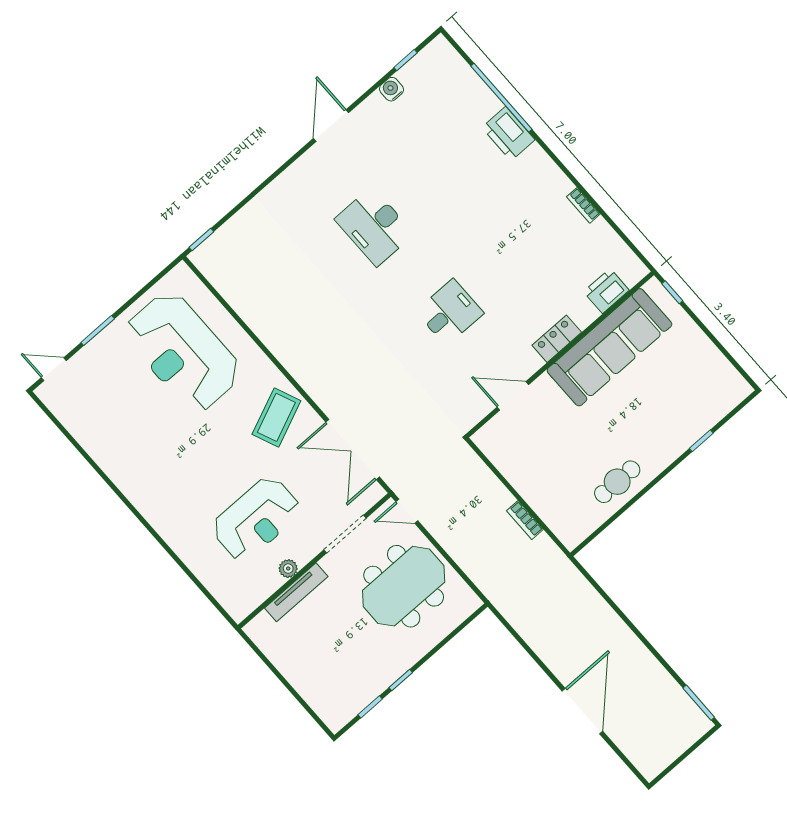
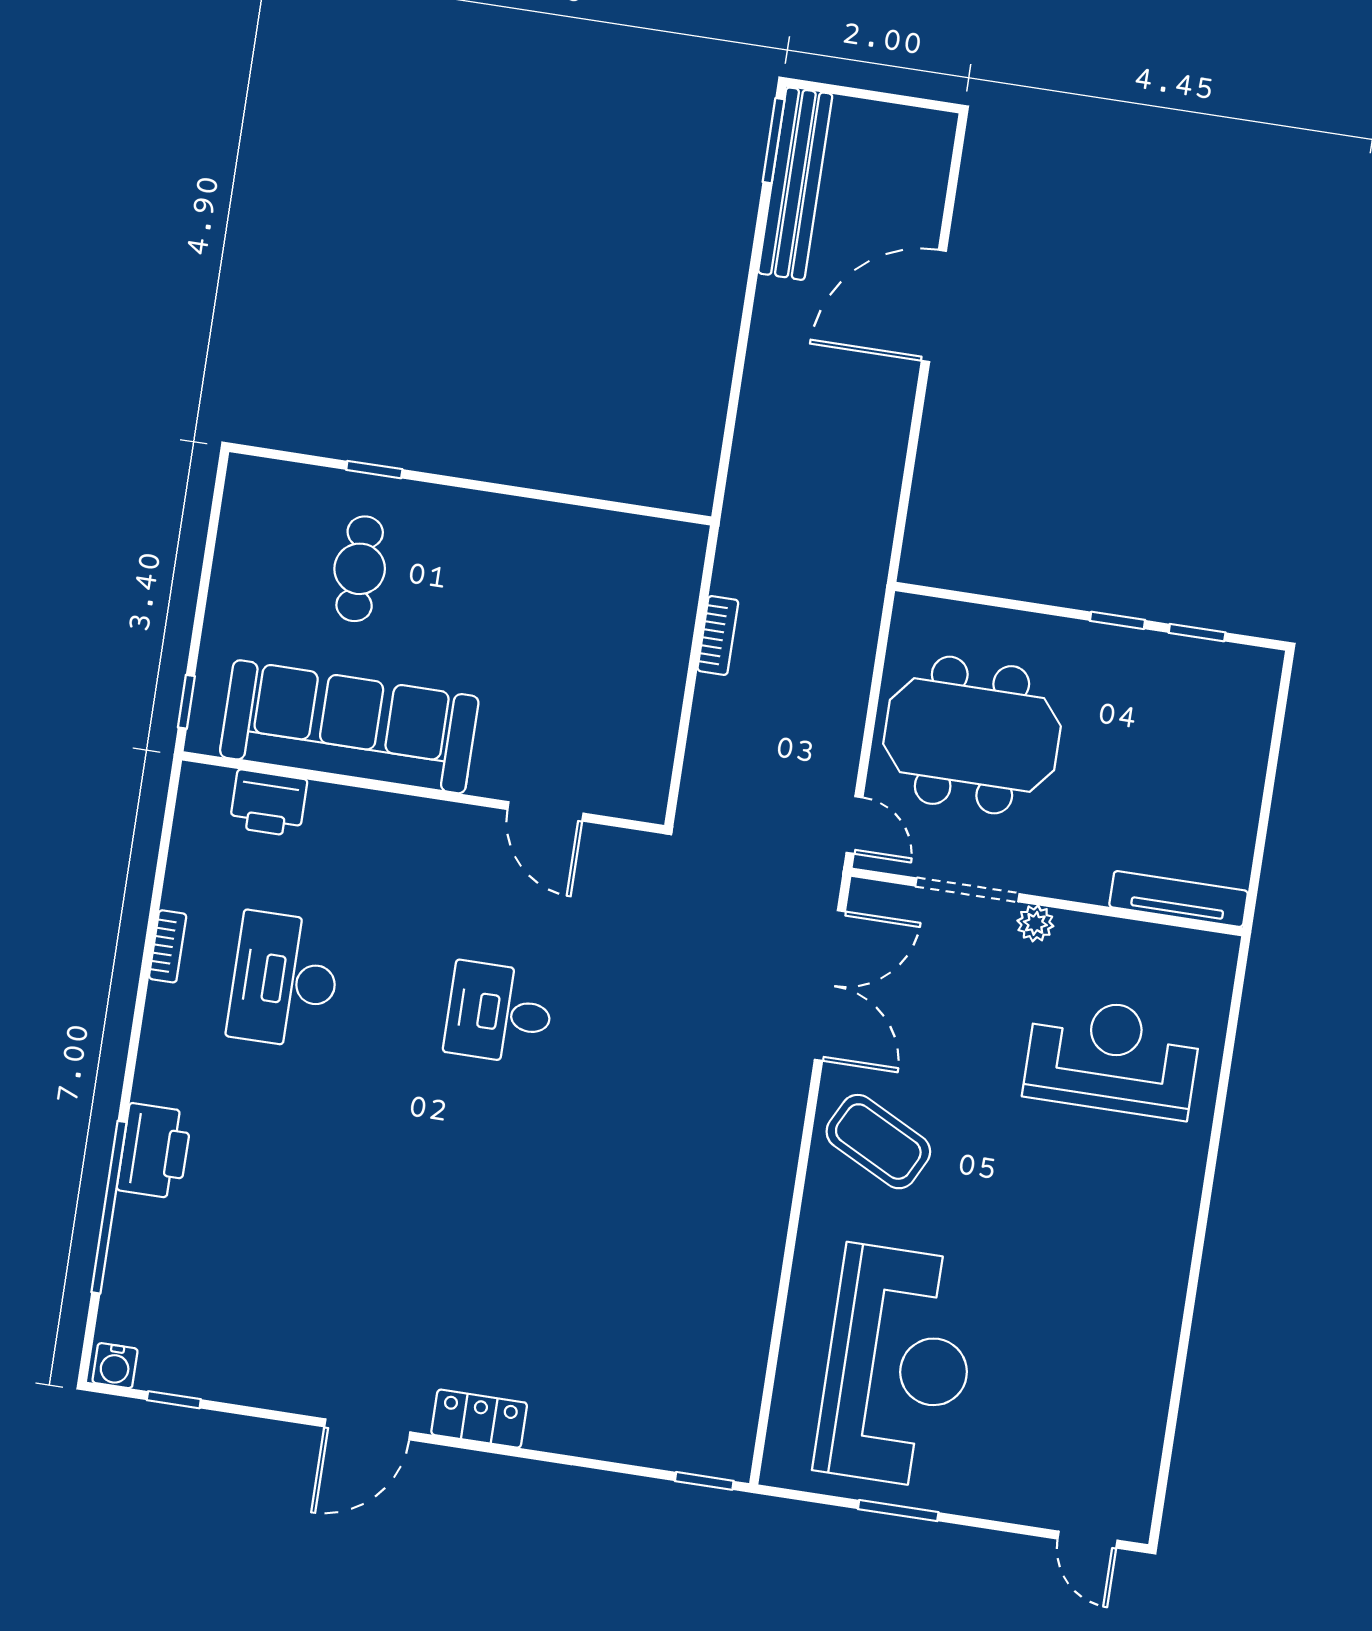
water cooler: (392, 89) -> (115, 1366), moved
desk: (374, 227) -> (285, 980), moved, turned 180
window: (98, 331) -> (898, 1511), moved
locker: (557, 339) -> (479, 1419), moved, turned 180
coffee table: (276, 417) -> (878, 1142), turned 50
cafe table: (617, 482) -> (360, 569), moved, turned 90
reception desk: (256, 519) -> (1112, 1057), moved
plant: (288, 569) -> (1035, 923), moved
tv unit: (296, 592) -> (1179, 899), moved
bench: (675, 697) -> (795, 184), added

